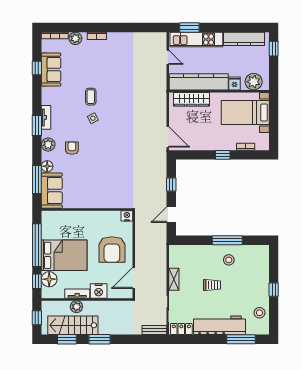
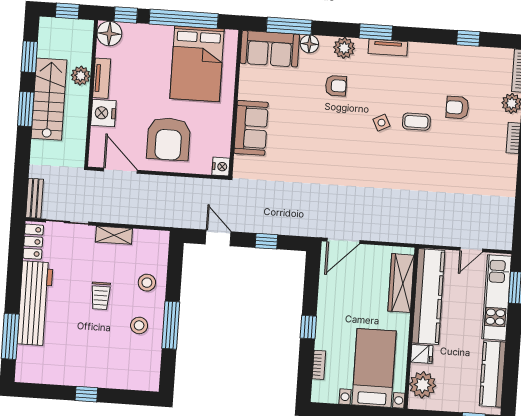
sofa: (51, 70) -> (251, 128), moved, turned -90
armchair: (80, 72) -> (457, 107), added
armchair: (112, 250) -> (168, 139), turned -90
bed: (64, 255) -> (197, 64), moved
floor lamp: (49, 279) -> (109, 34), moved
stool: (260, 313) -> (147, 283), moved
stairs: (73, 325) -> (49, 99), moved

